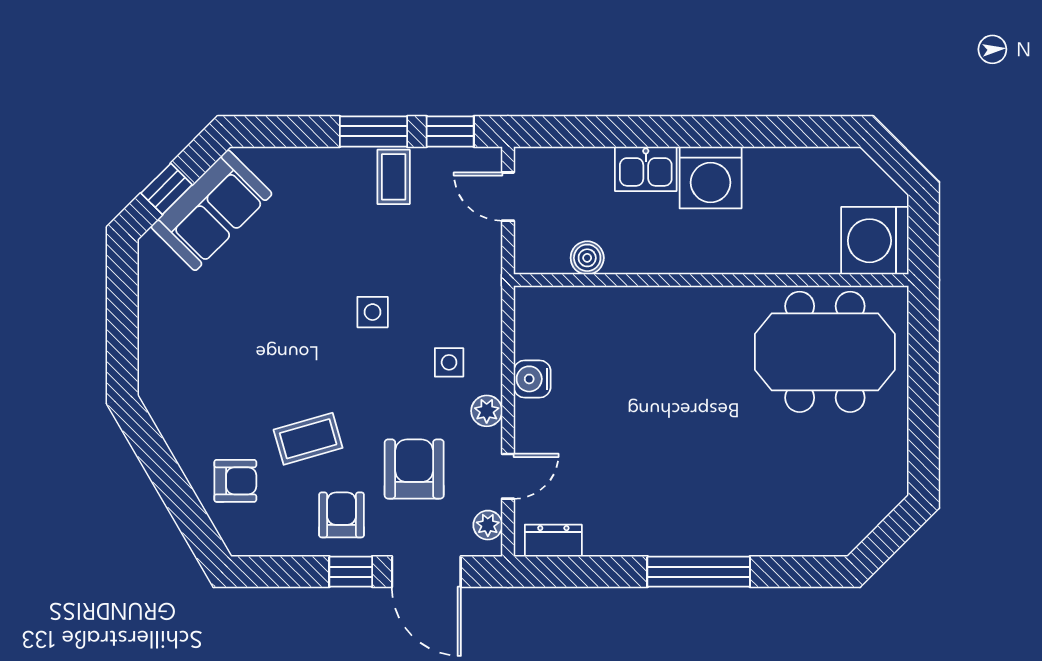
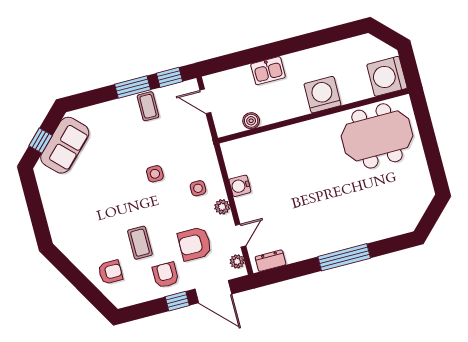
washing machine: (711, 178) -> (322, 95), moved, turned 180
coffee table: (308, 439) -> (140, 243), turned -74
armchair: (414, 469) -> (195, 244), turned -90

